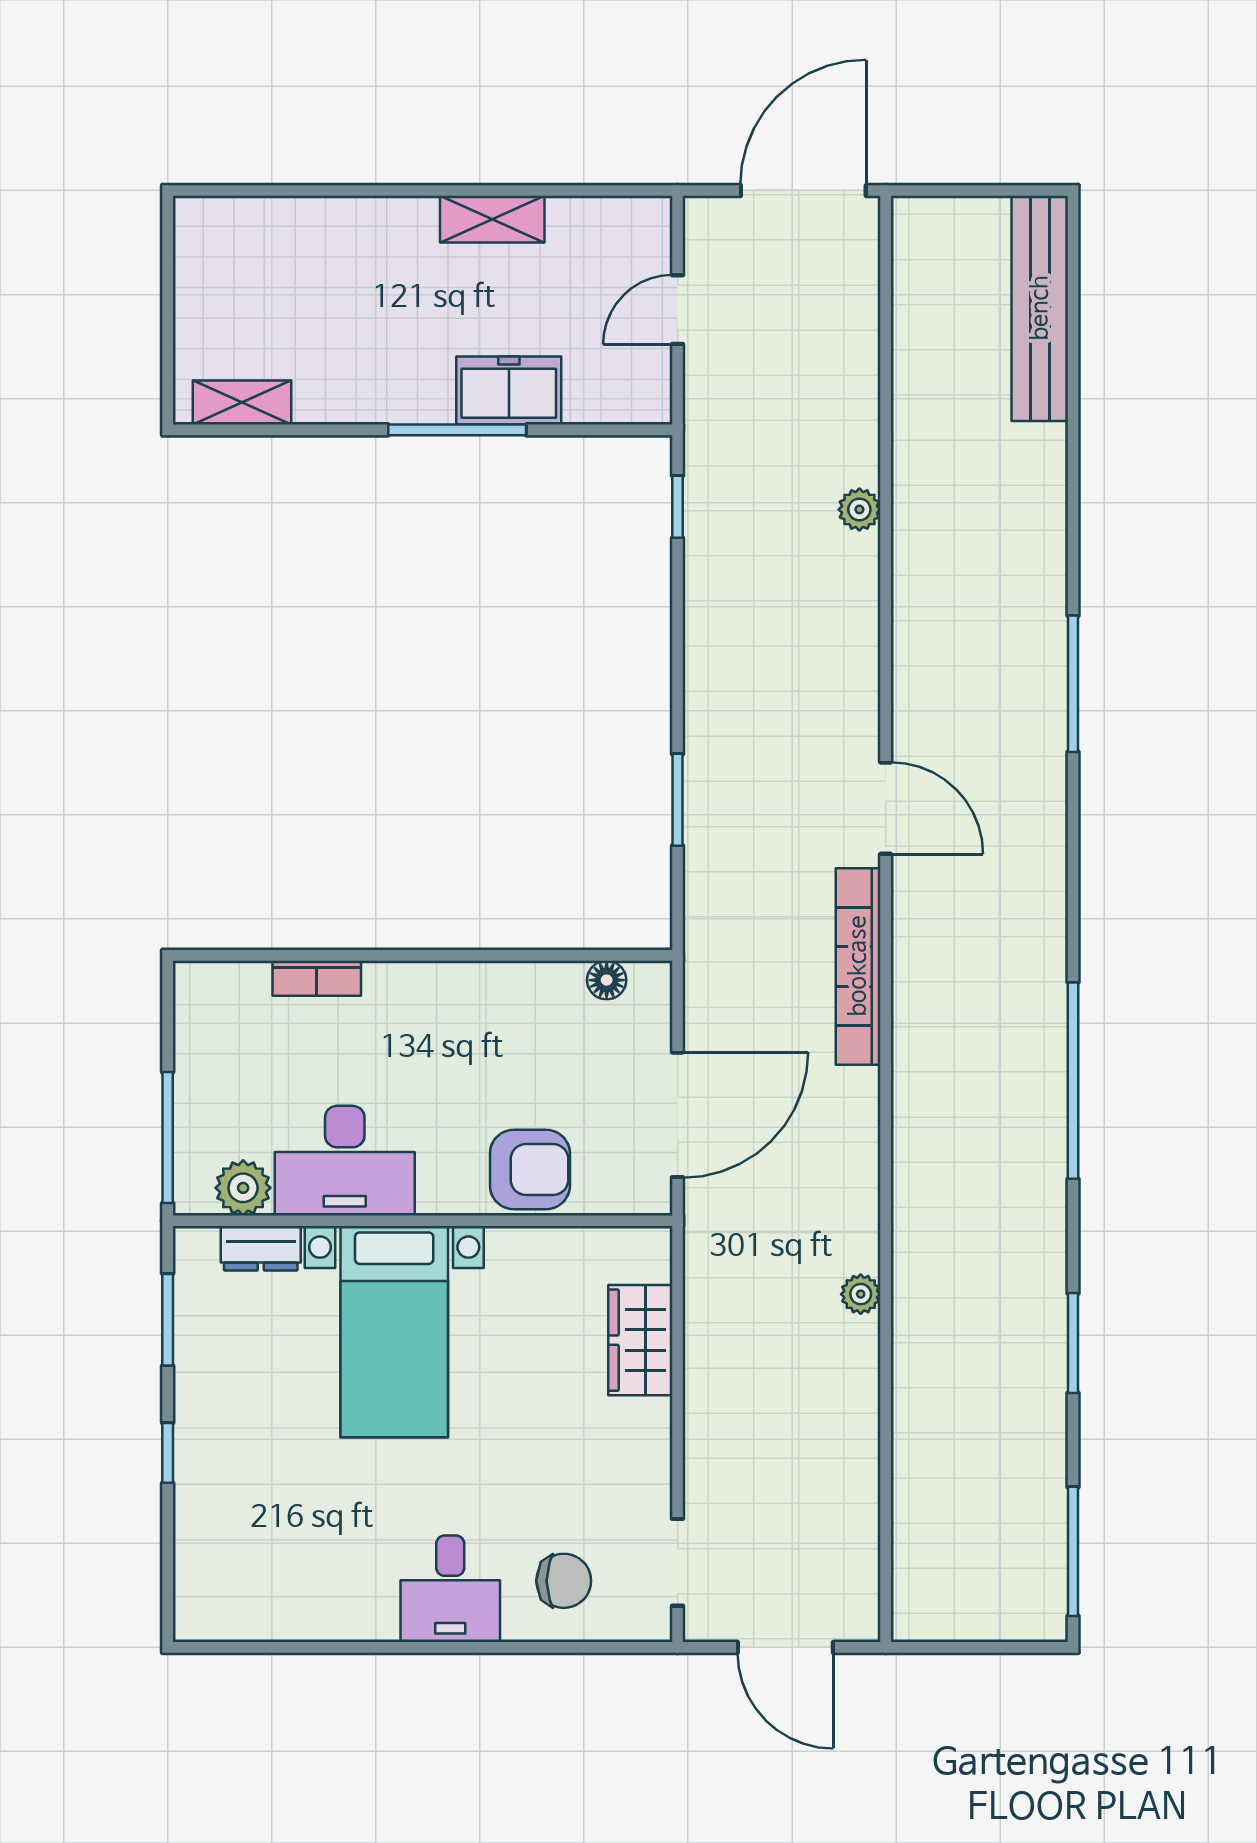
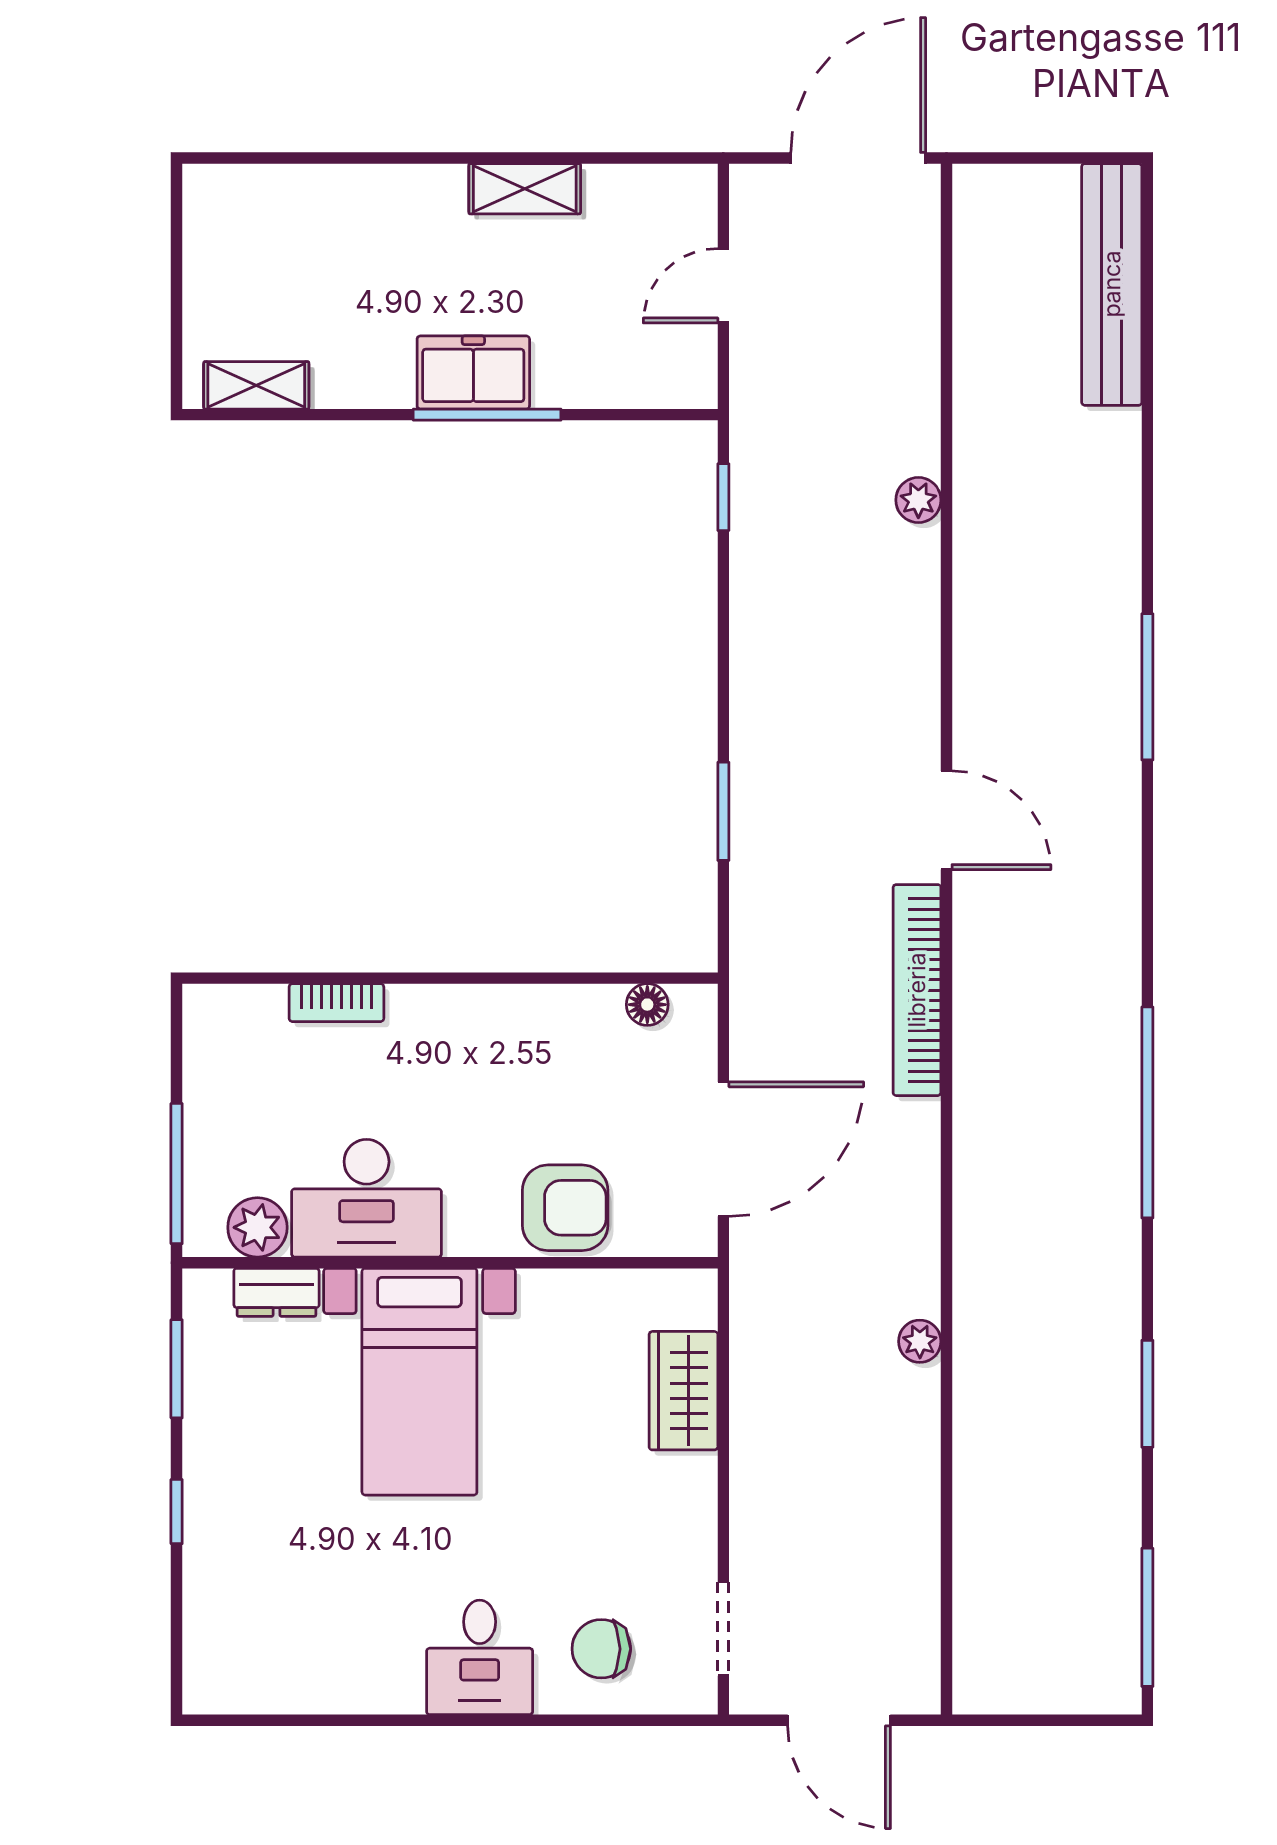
freezer: (509, 391) -> (473, 372), moved
chair: (564, 1581) -> (601, 1649), turned 180

